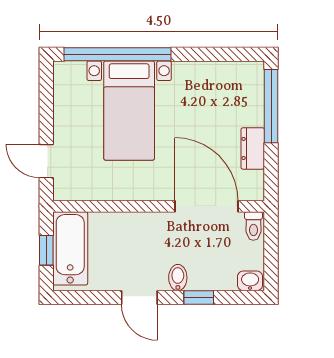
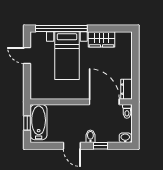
wardrobe: (201, 77) -> (102, 39), added
window: (271, 106) -> (135, 54), removed
dresser: (253, 148) -> (127, 89), moved
door: (46, 161) -> (27, 55), moved

